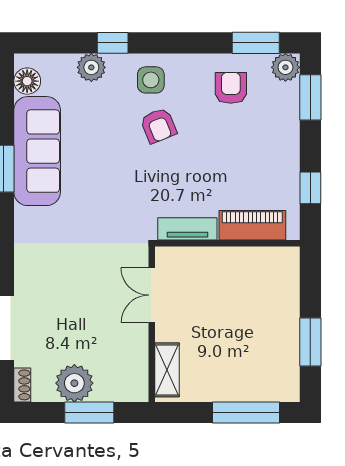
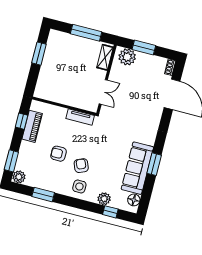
window: (113, 43) -> (110, 212), moved
window: (256, 43) -> (43, 195), moved
armchair: (231, 88) -> (59, 154), moved, turned 90
piano: (252, 225) -> (32, 126), moved, turned -90
plant: (74, 383) -> (127, 57), moved
window: (246, 412) -> (86, 33), moved

